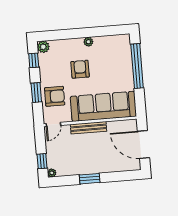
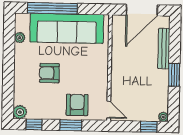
plant: (88, 42) -> (20, 38), moved
sofa: (103, 106) -> (67, 28), moved, turned -90
bench: (89, 128) -> (164, 49), moved

